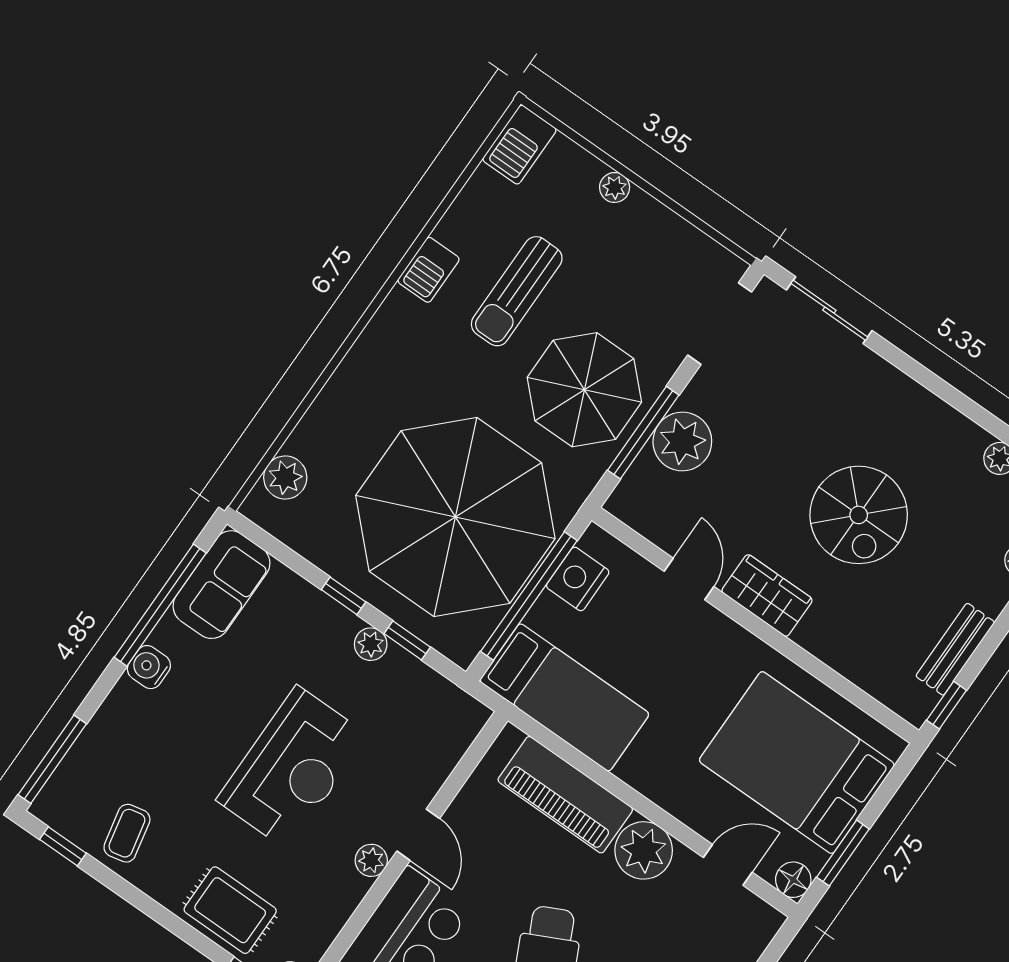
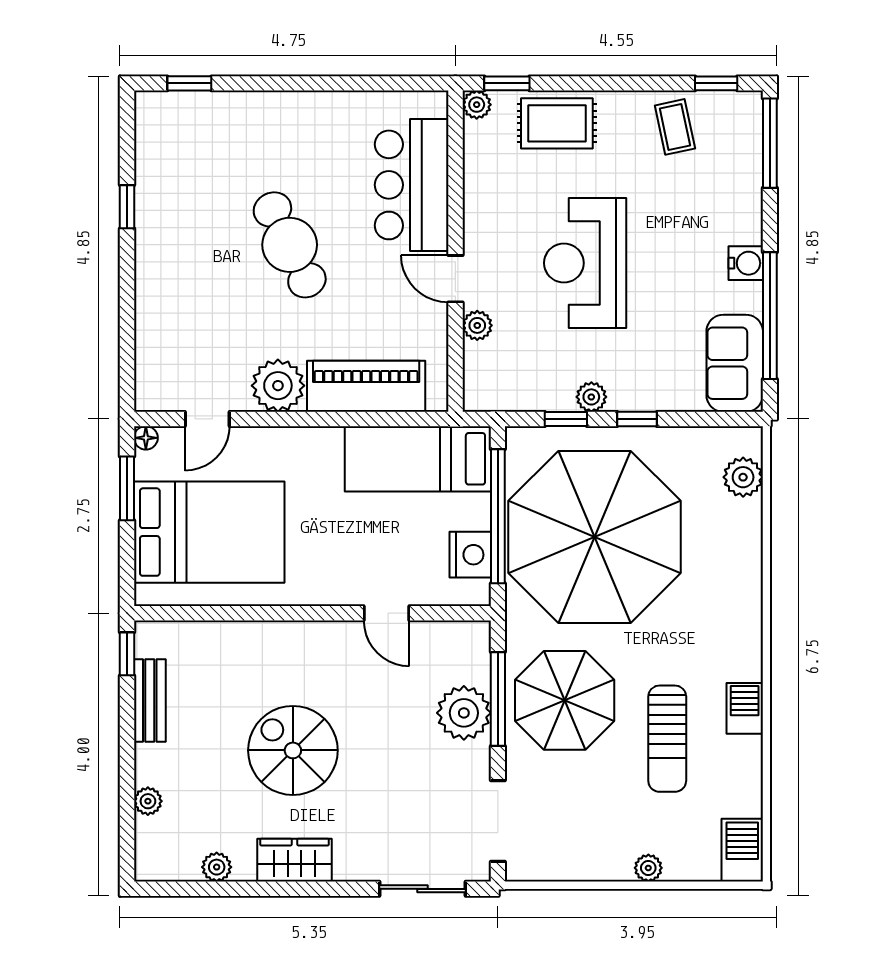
sun lounger: (517, 291) -> (667, 739), turned 180
wardrobe: (767, 596) -> (295, 860), moved, turned 180
plant: (371, 860) -> (477, 325), moved
floor lamp: (793, 880) -> (146, 438), width x0.73, depth x0.73

